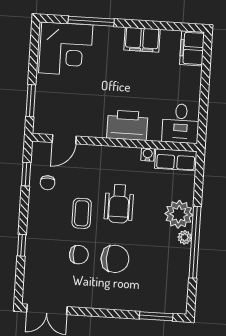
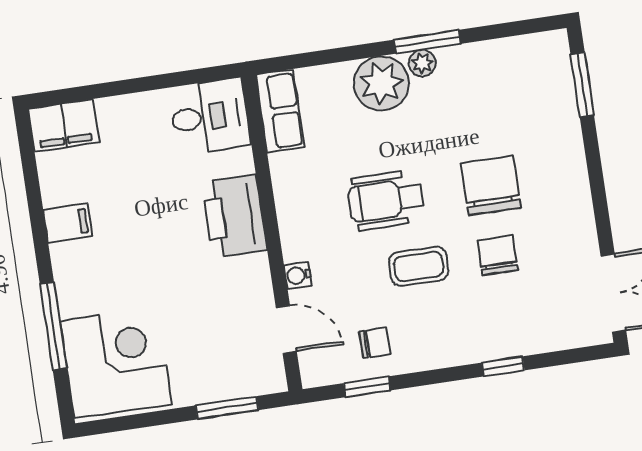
filing cabinet: (142, 40) -> (68, 223), width x0.50
water cooler: (148, 155) -> (298, 275), moved
wheelchair: (119, 204) -> (386, 200), turned 180
window: (195, 242) -> (427, 42), width x0.47

